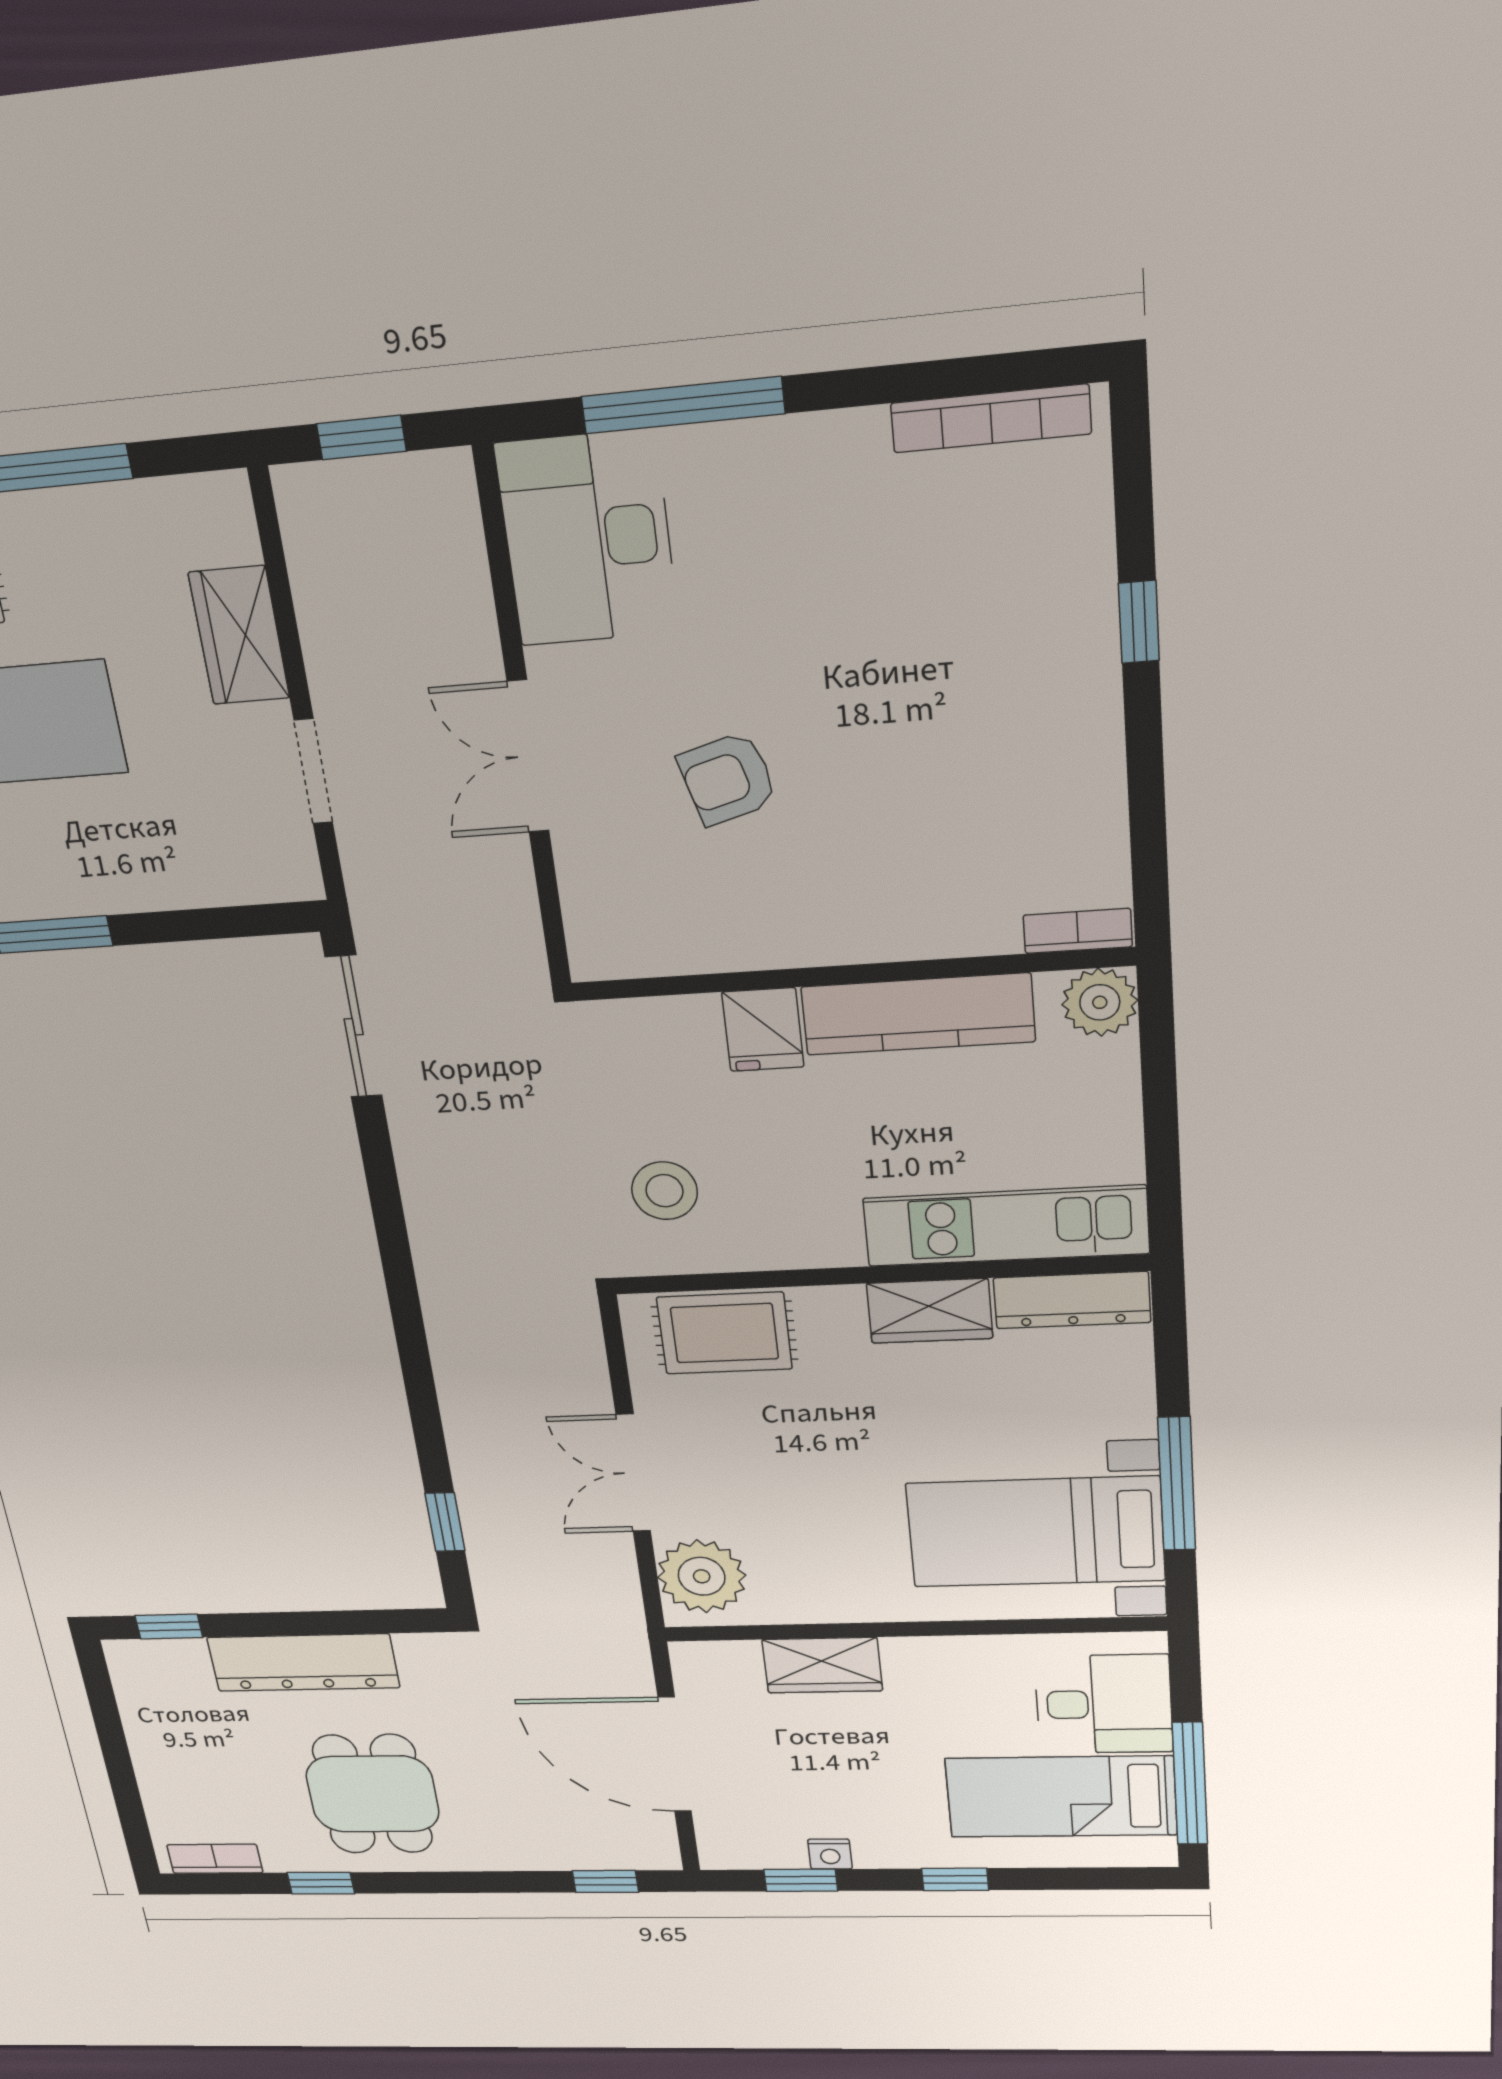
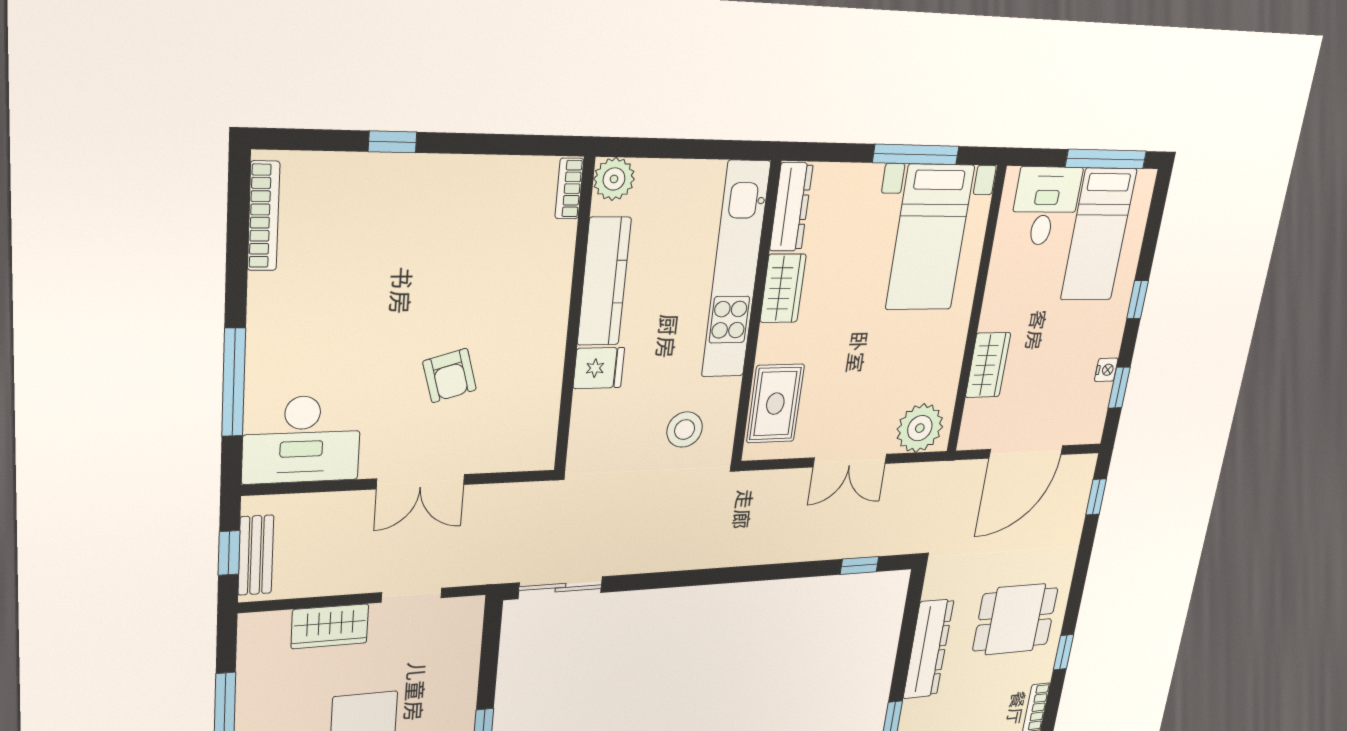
bench: (362, 486) -> (256, 555), added
kitchen unit: (1006, 1226) -> (736, 270), width x1.36

